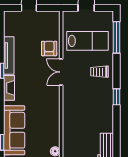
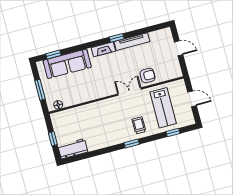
window: (117, 37) -> (173, 133), width x0.46
window: (117, 97) -> (132, 143), moved

